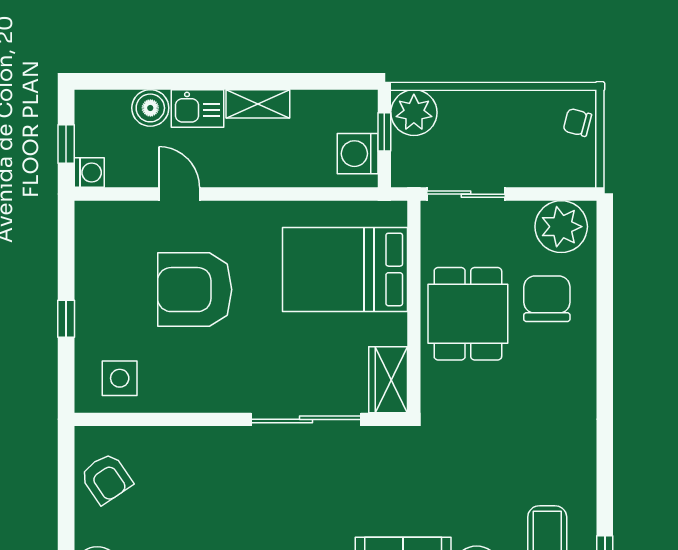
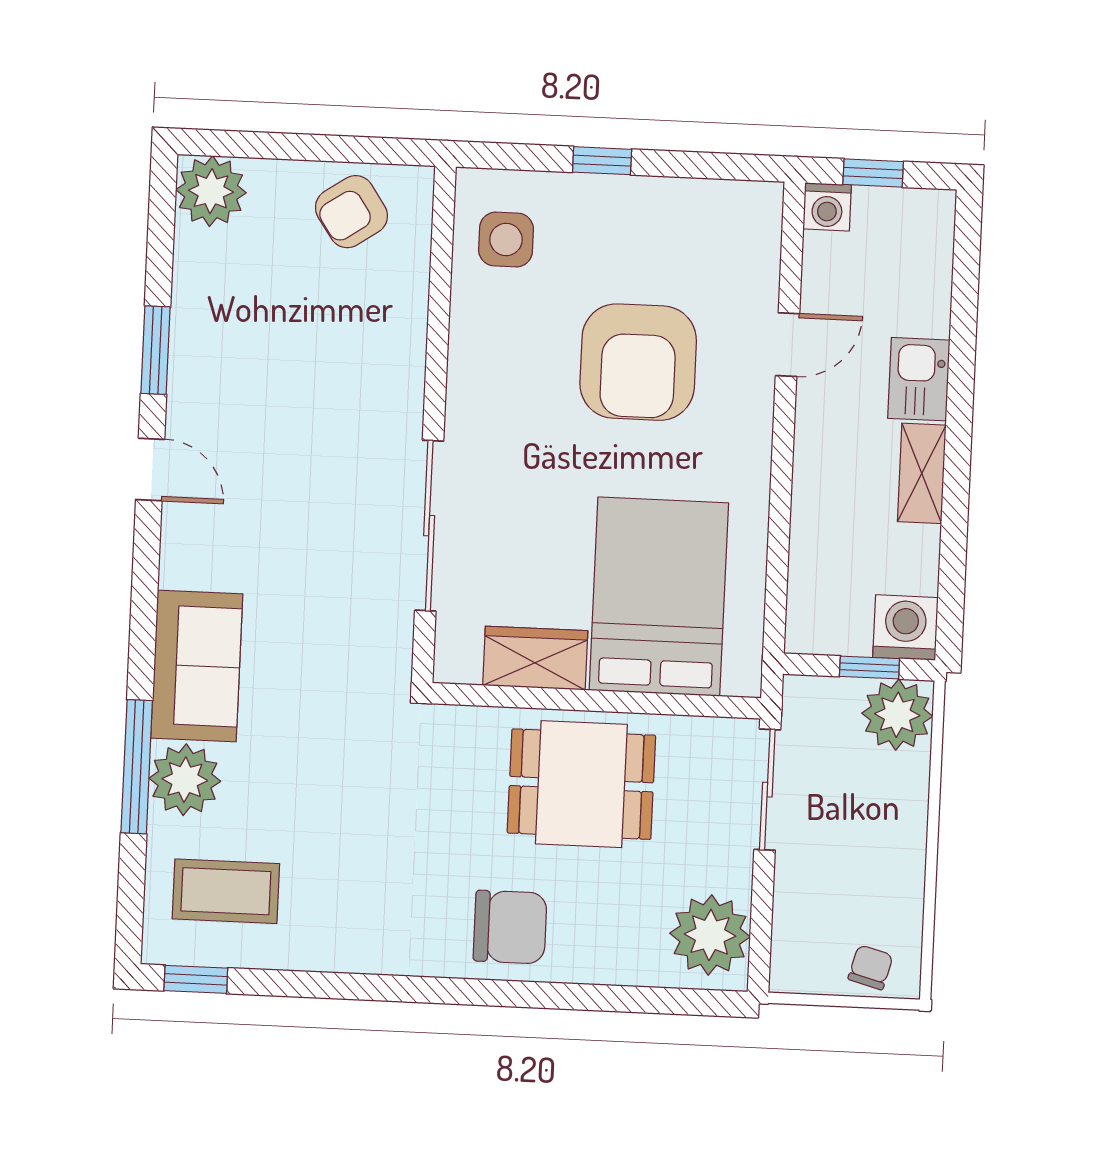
boiler: (150, 108) -> (923, 306), removed
washing machine: (358, 154) -> (906, 628), moved
armchair: (195, 290) -> (638, 362), turned 180
chair: (547, 299) -> (510, 927), moved
wardrobe: (388, 380) -> (535, 658), moved

